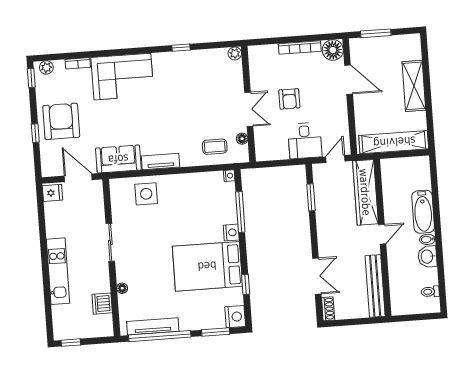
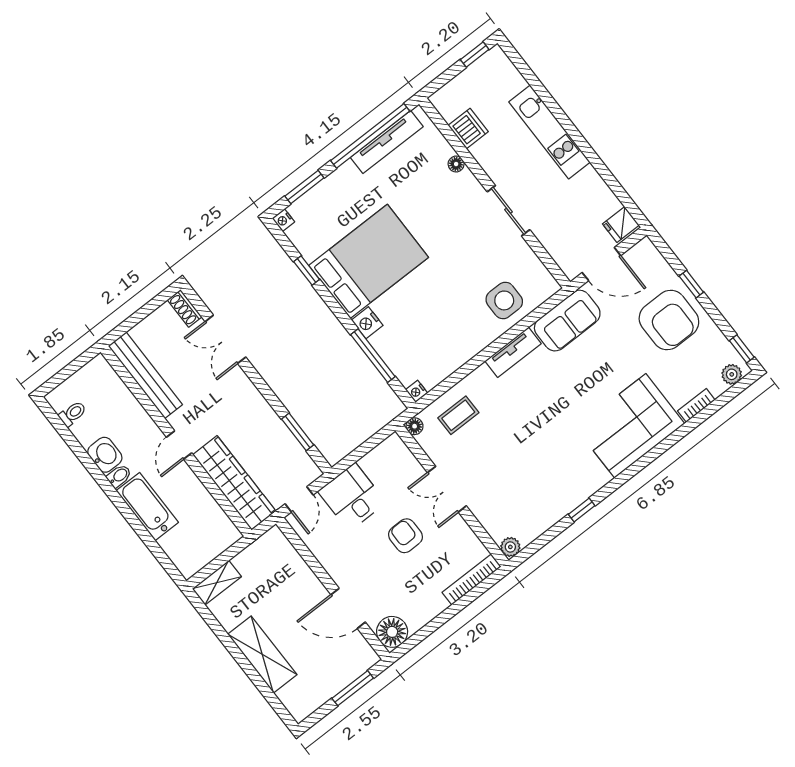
bookcase: (300, 47) -> (472, 579), moved
floor lamp: (242, 139) -> (415, 426), moved
shelving: (394, 142) -> (217, 583), width x0.45, depth x0.75
nightstand: (235, 317) -> (283, 220), width x0.53, depth x0.56

